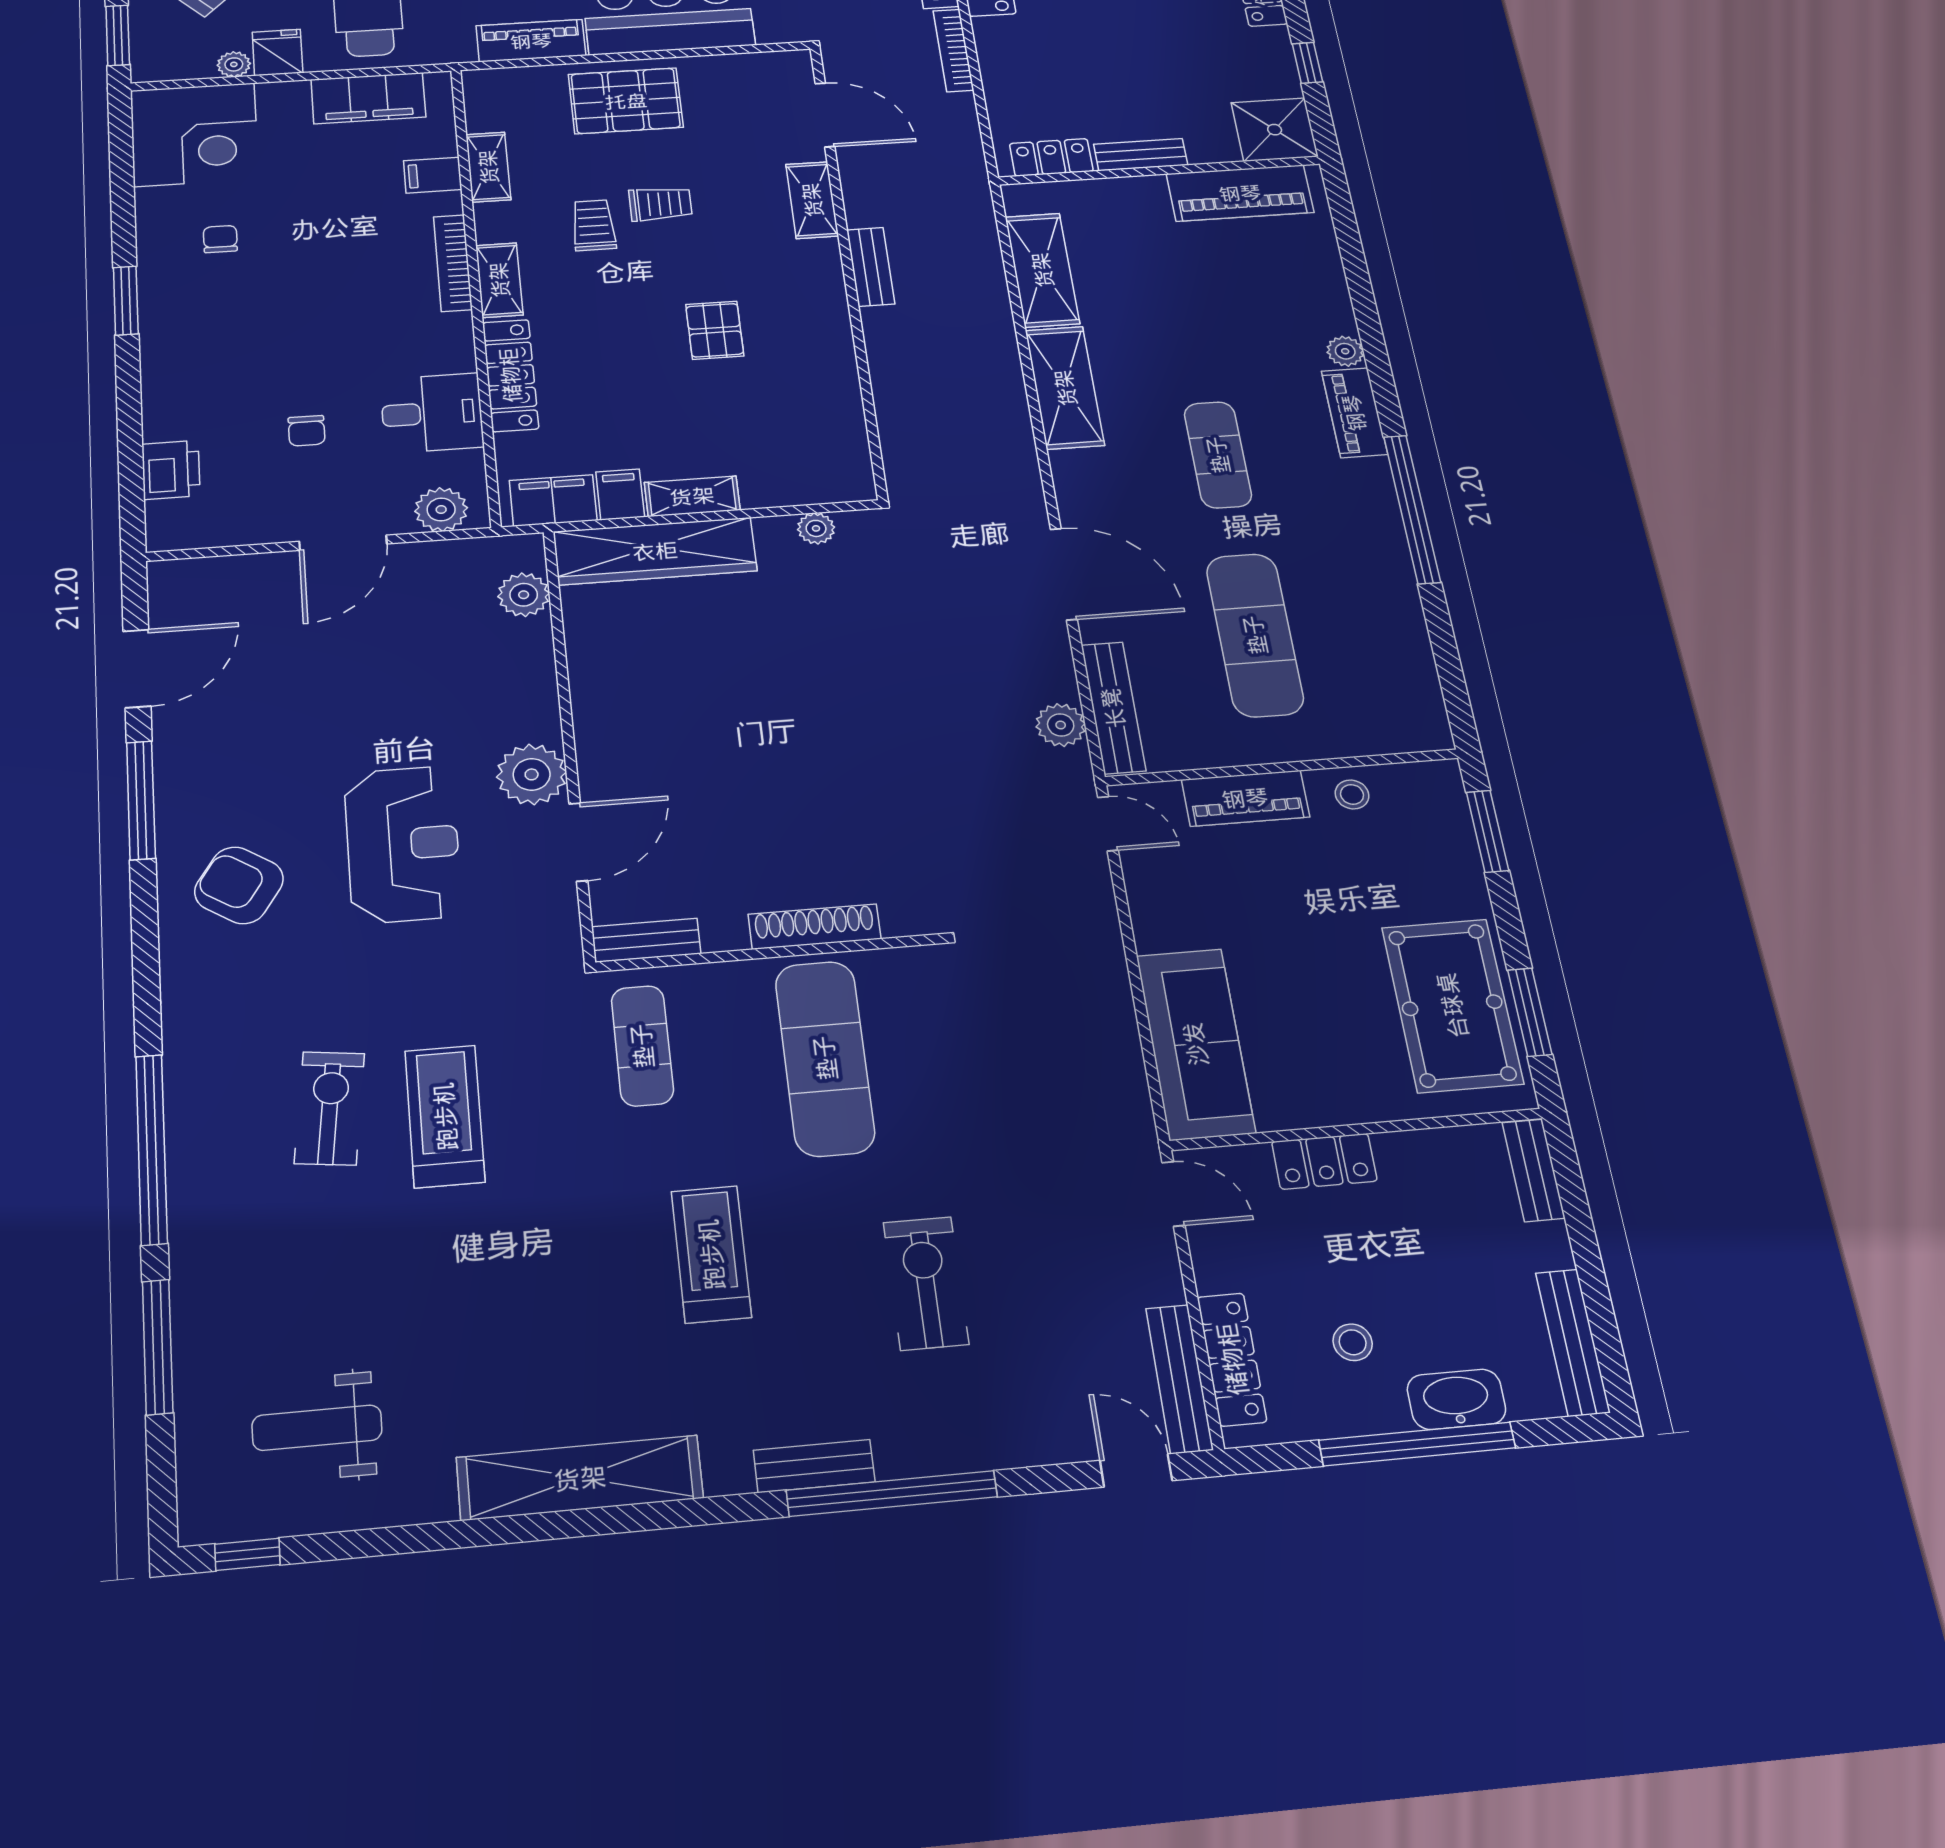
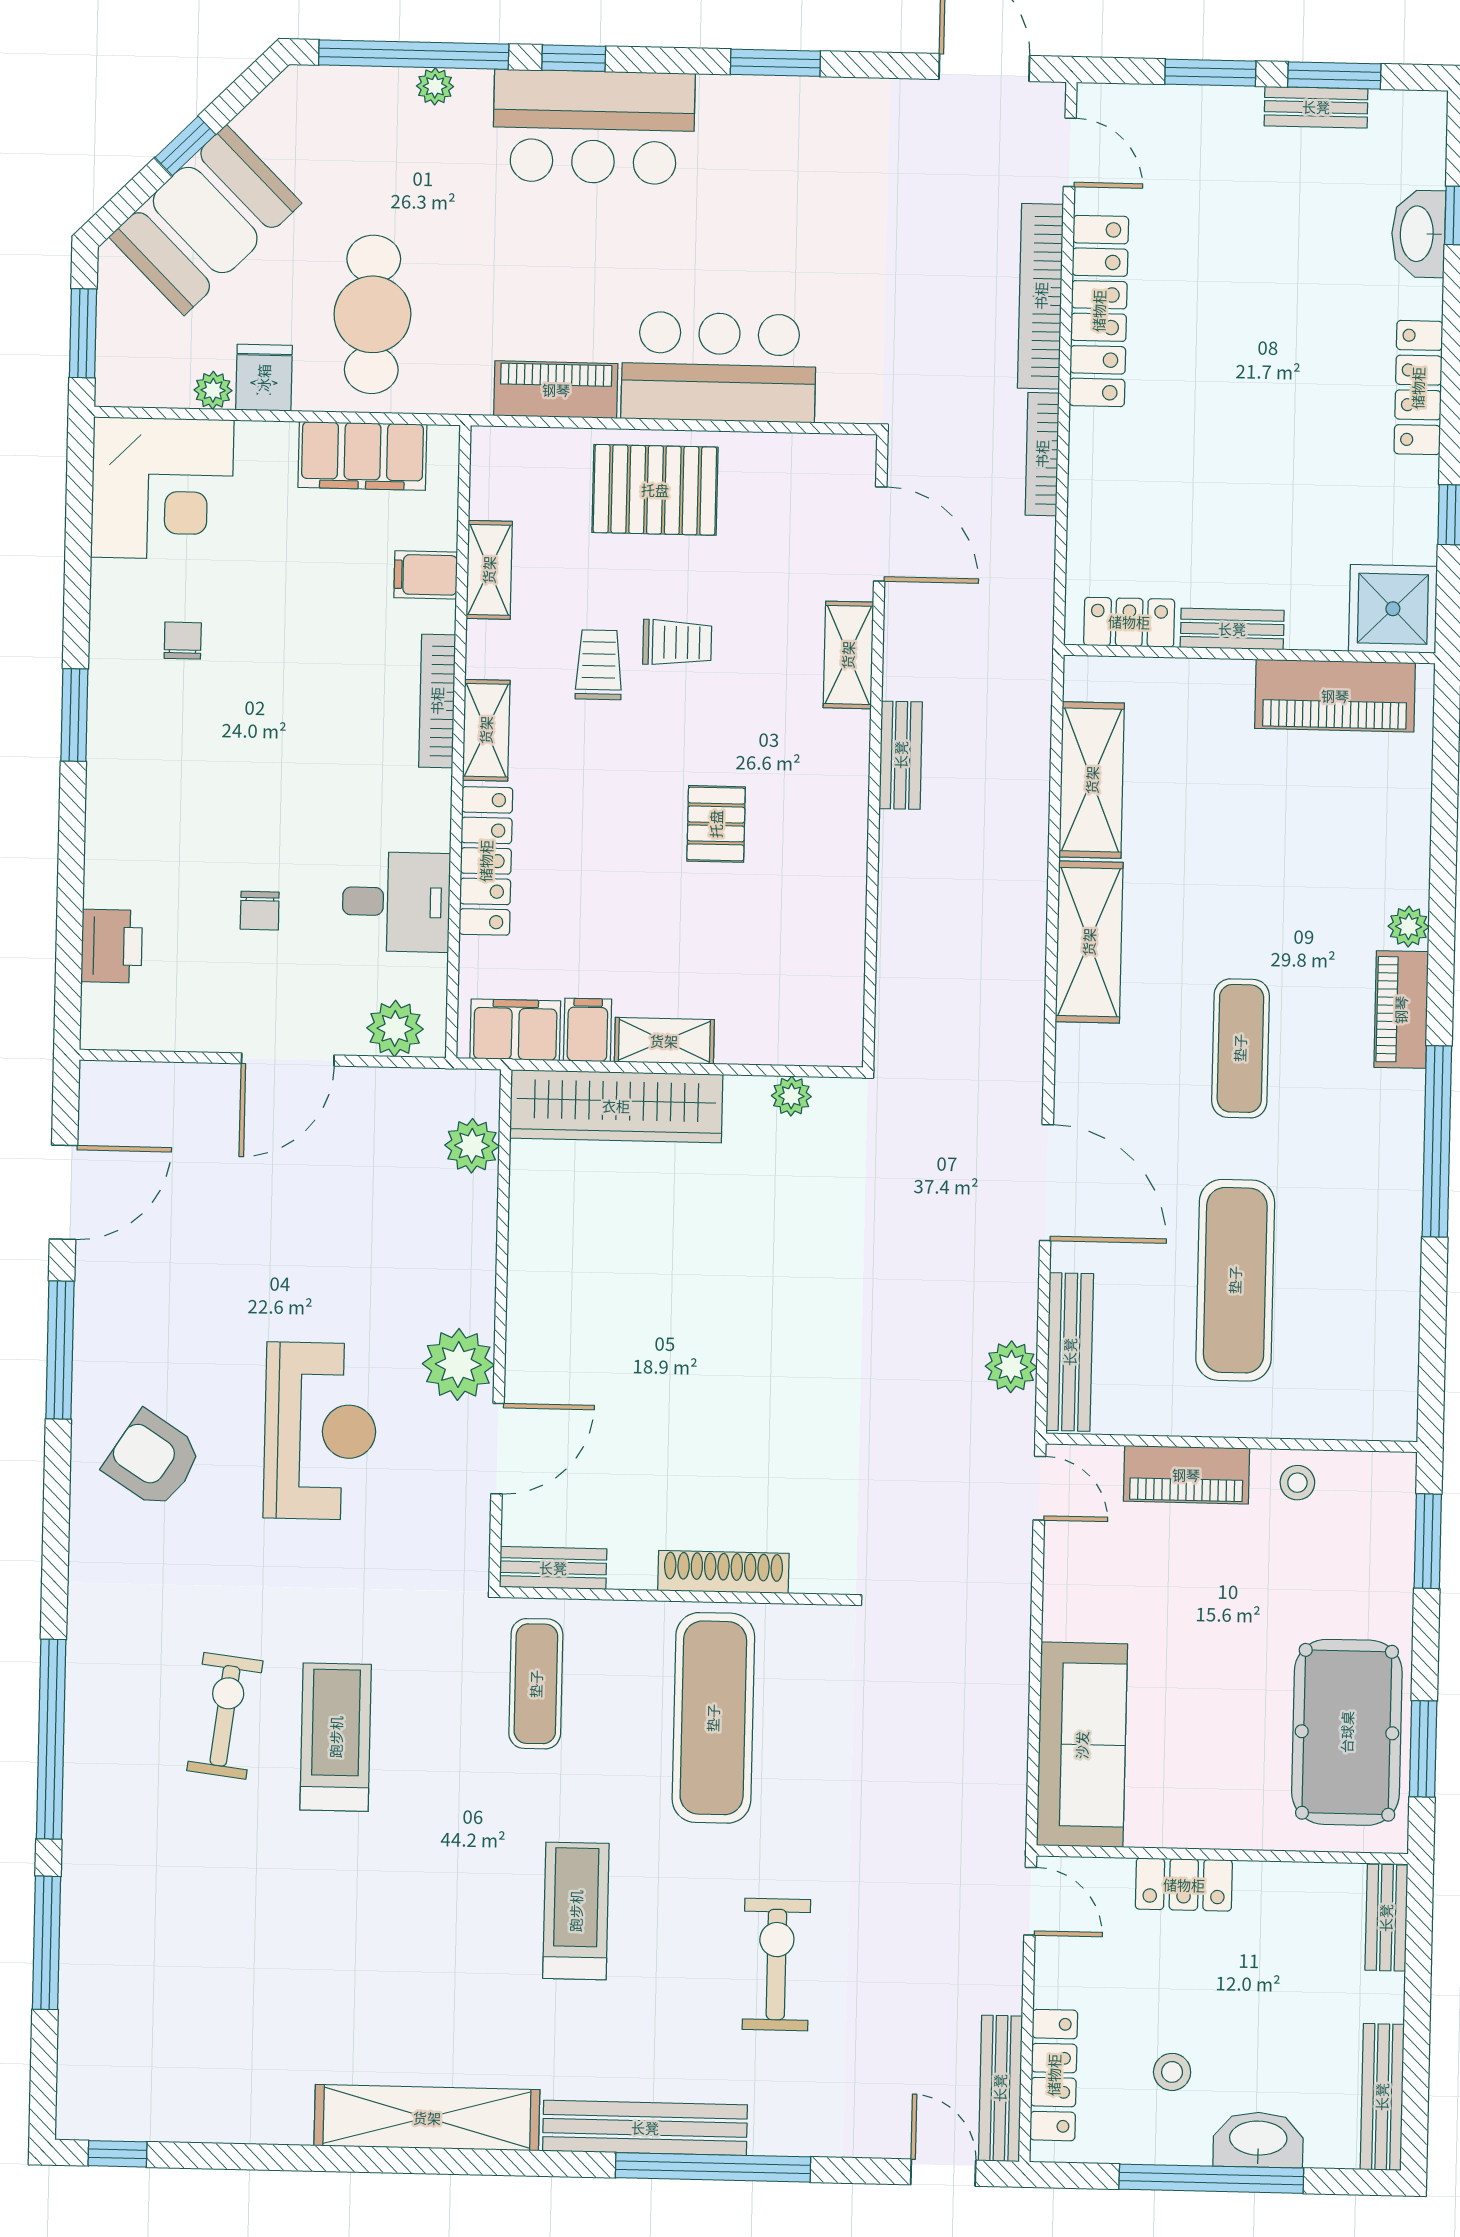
weight bench: (317, 1428) -> (189, 2040), removed
bench: (814, 1466) -> (645, 2128), width x1.86, depth x1.21

